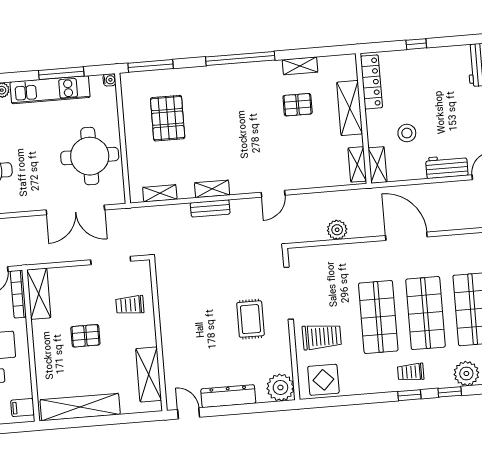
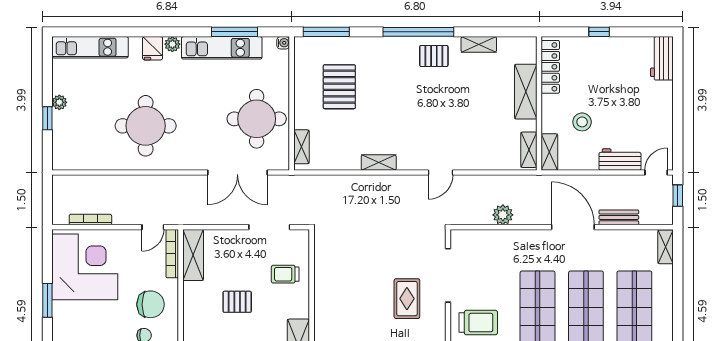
pallet: (298, 105) -> (434, 56), moved
shelving: (160, 193) -> (301, 147), moved, turned 90
bench: (210, 208) -> (619, 217), moved

